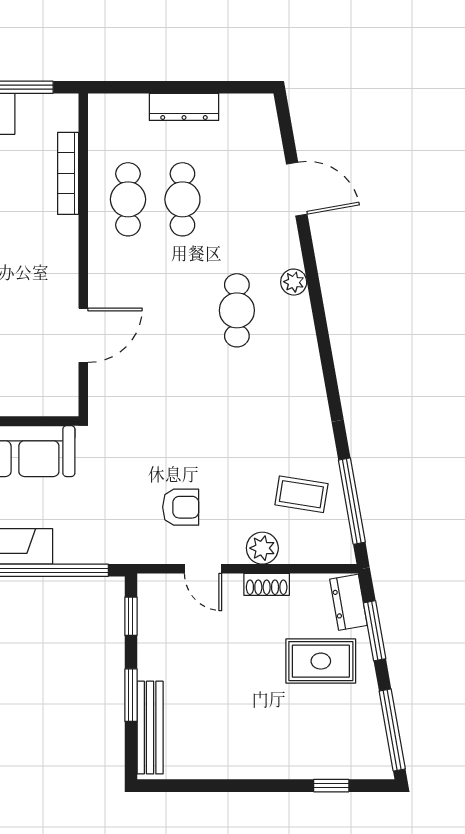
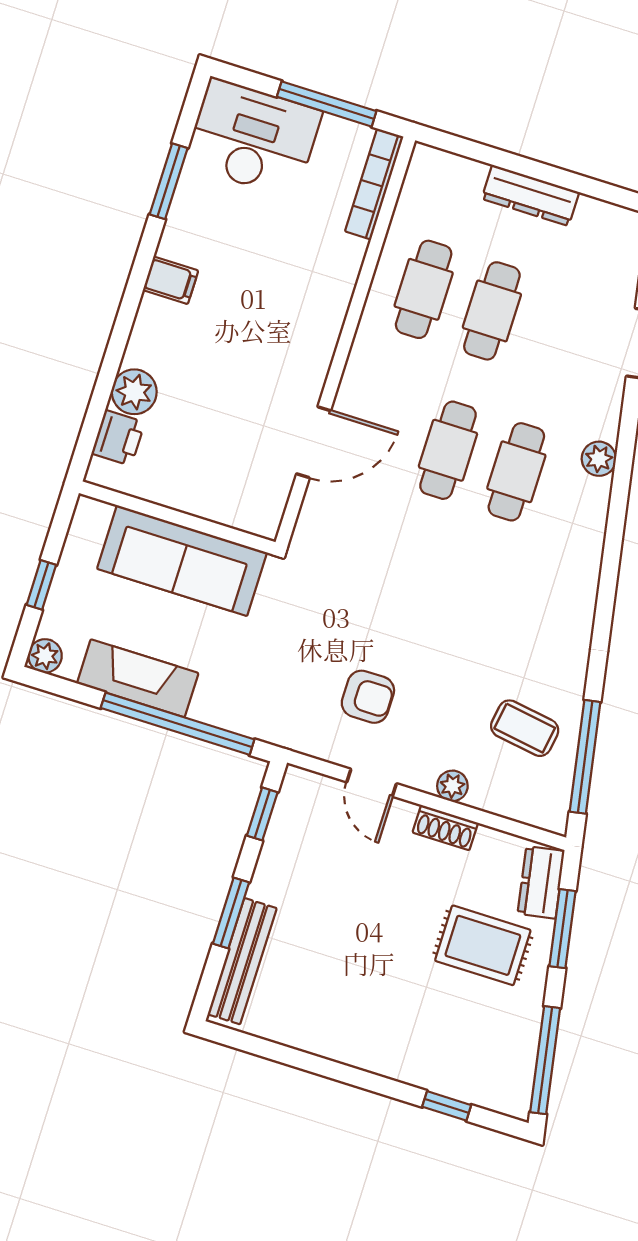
bookcase: (68, 173) -> (374, 184), moved
cafe table: (182, 310) -> (448, 450), added
plant: (262, 548) -> (452, 786), width x0.73, depth x0.73

